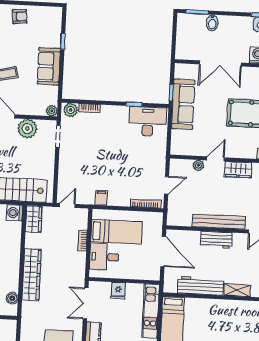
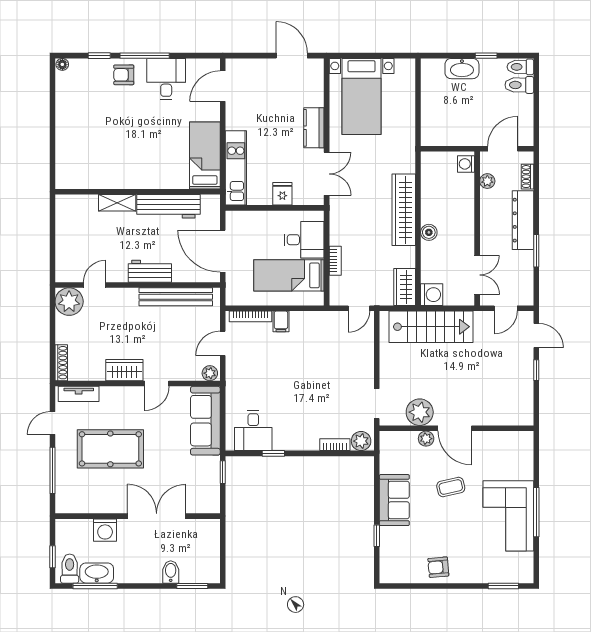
sofa: (183, 104) -> (205, 421), moved
plant: (52, 111) -> (426, 439), moved
desk: (148, 121) -> (253, 431), width x0.73
plant: (198, 165) -> (210, 373), moved
filing cabinet: (101, 198) -> (281, 321), moved
bench: (219, 222) -> (176, 297), moved
boiler: (12, 298) -> (429, 232), moved

